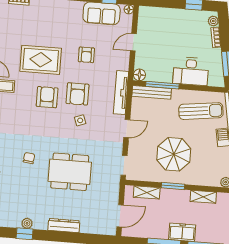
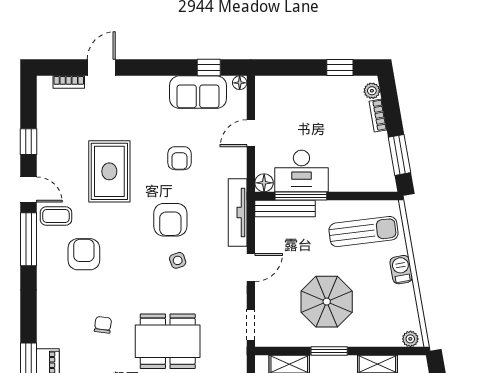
rug: (41, 60) -> (109, 171), turned 90
desk: (191, 71) -> (301, 171), moved
armchair: (47, 97) -> (84, 254), moved

